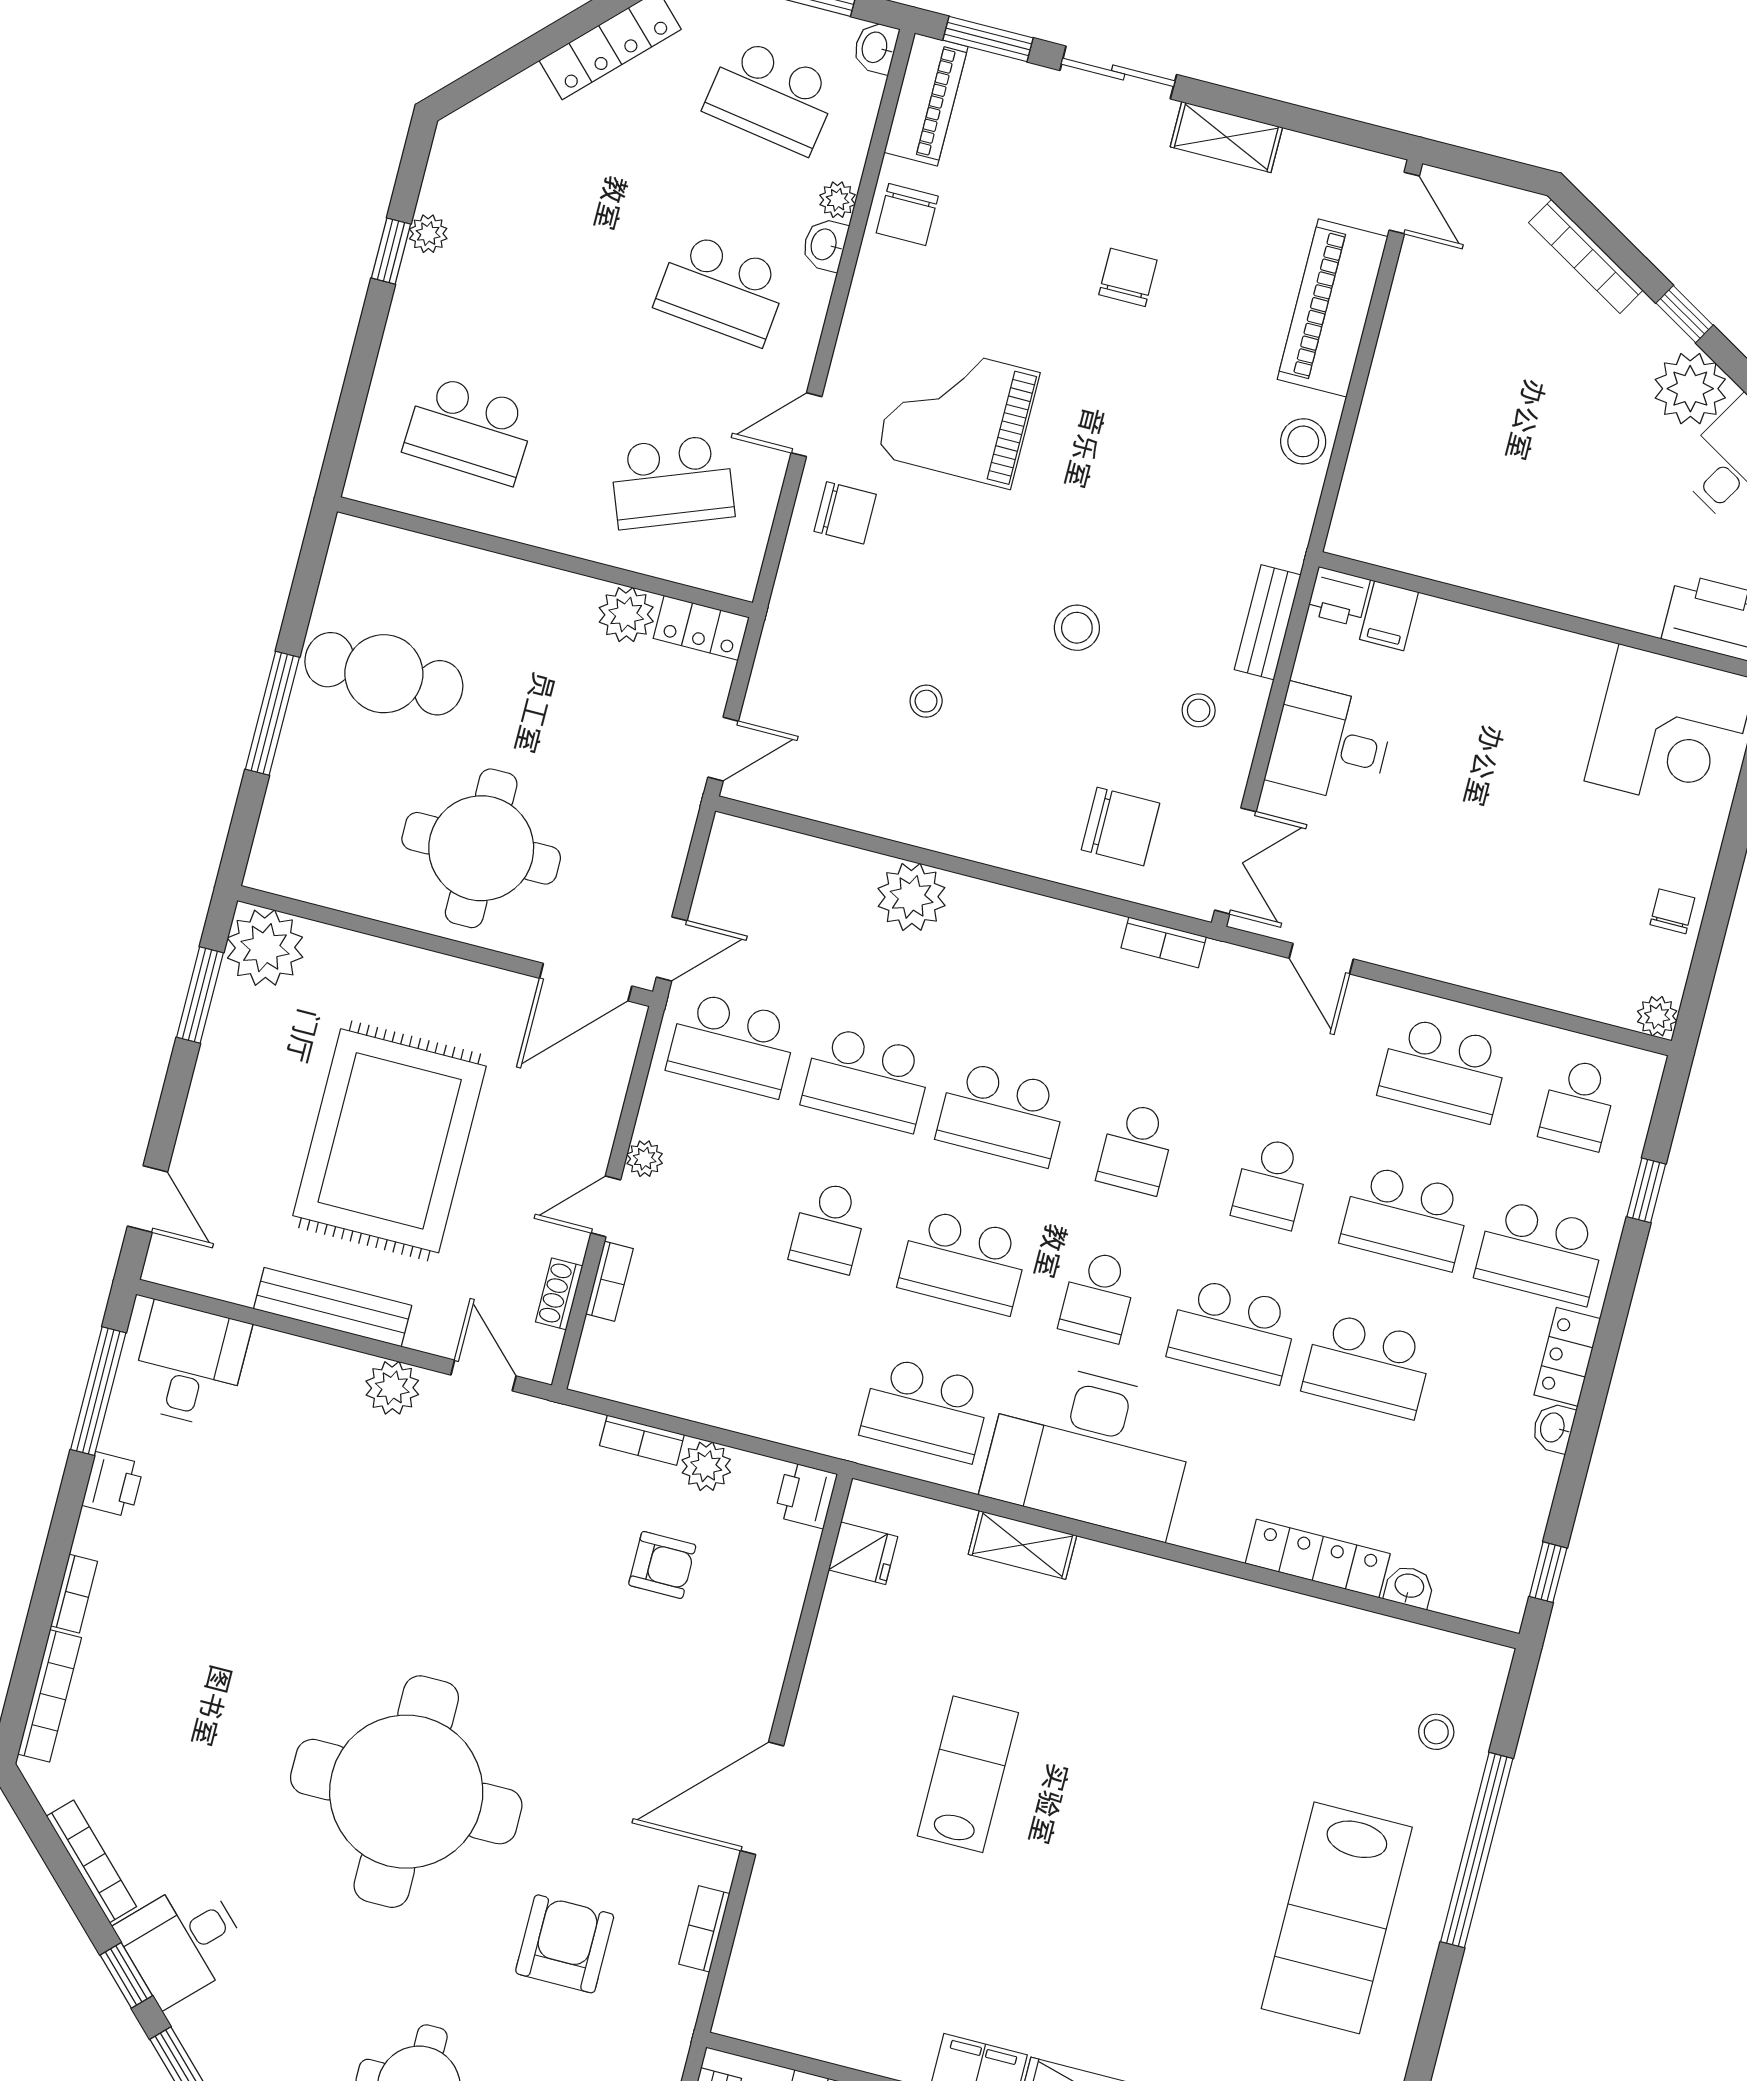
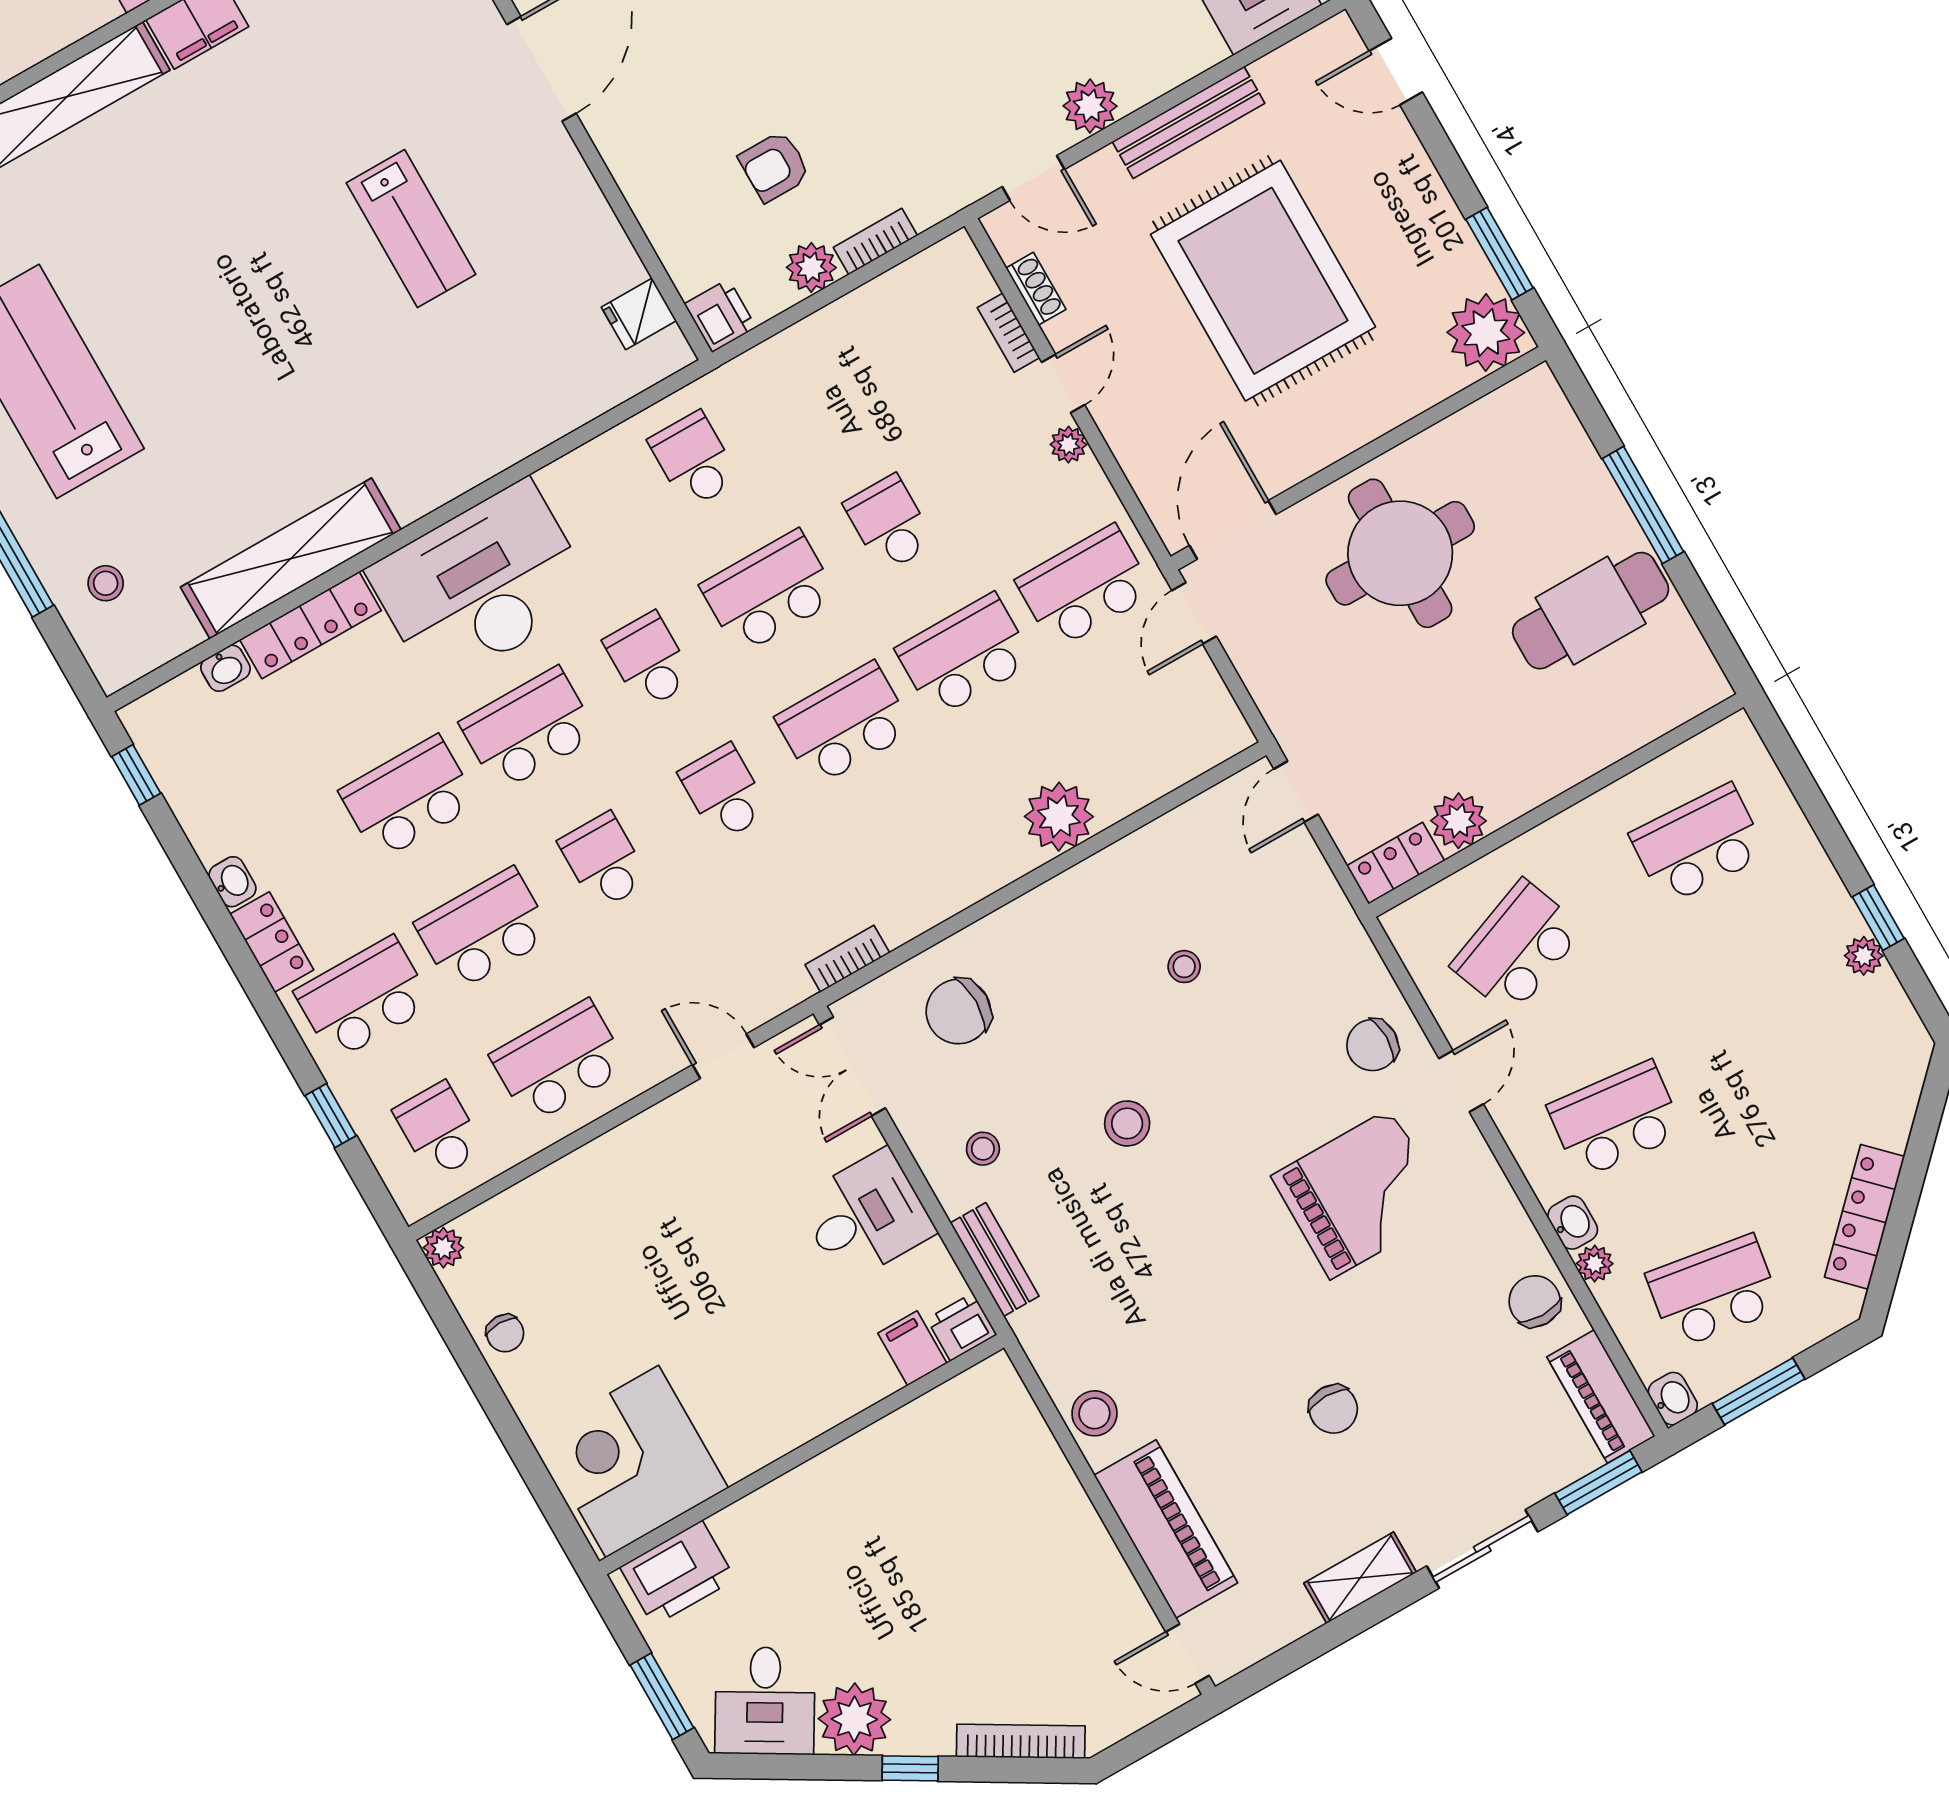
school desk: (926, 1410) -> (694, 460), width x0.54
desk: (1090, 1449) -> (481, 584), moved
shelving: (1023, 1545) -> (291, 559), moved, width x2.20, depth x1.33

